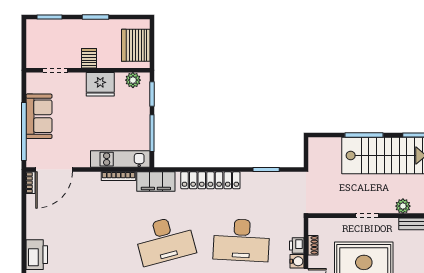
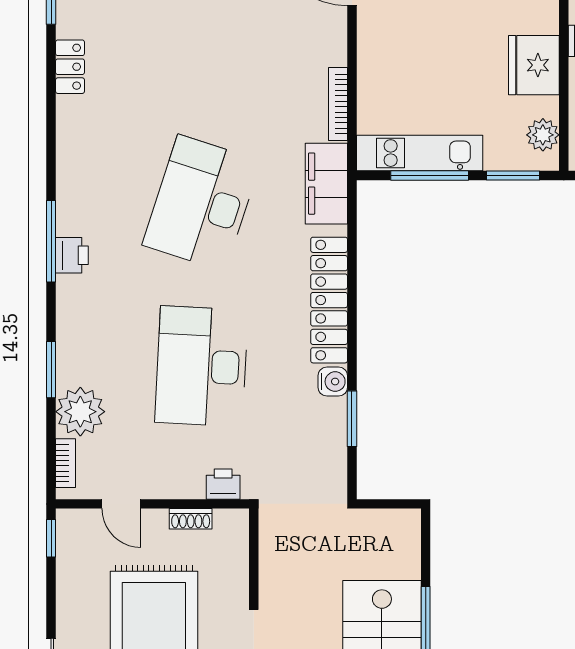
kitchen unit: (120, 159) -> (420, 153), moved, turned -90
desk: (165, 240) -> (202, 203), turned 33
printer: (297, 245) -> (223, 484), moved
water cooler: (297, 261) -> (333, 382), moved, turned -90

